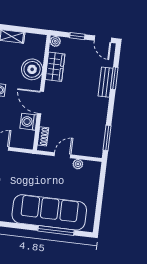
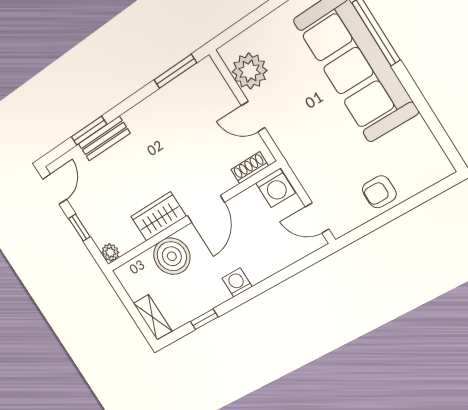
wardrobe: (55, 67) -> (158, 216), moved
washing machine: (29, 122) -> (276, 188), moved
plant: (78, 164) -> (250, 71), width x1.87, depth x1.87

